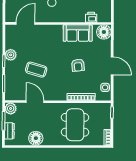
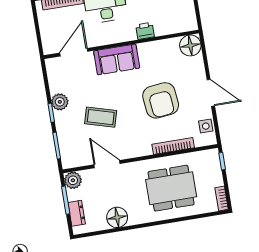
printer: (91, 17) -> (145, 31), moved
sofa: (78, 33) -> (117, 59), moved
armchair: (78, 65) -> (161, 100), width x1.88, depth x1.88
dining table: (75, 125) -> (171, 188), turned 90

